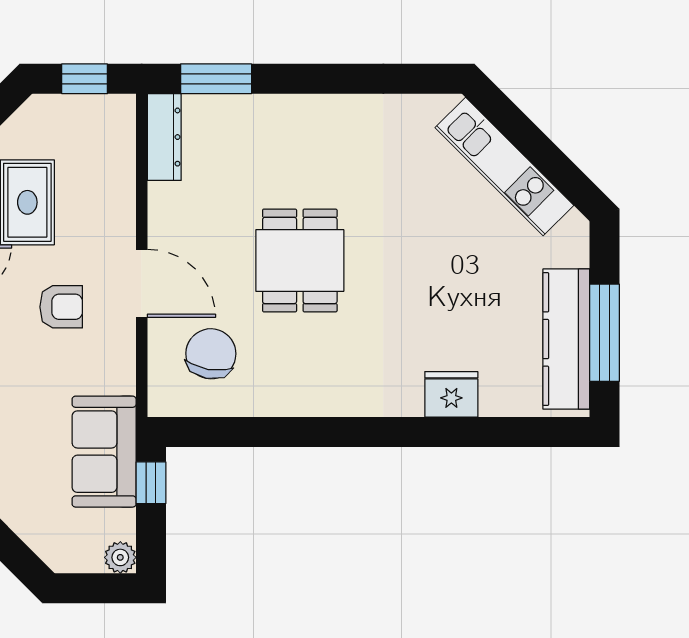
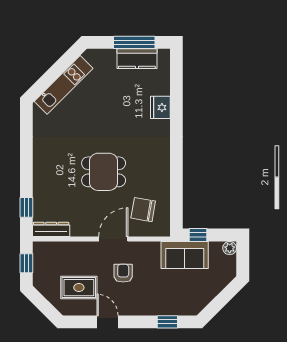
window: (216, 79) -> (26, 207), width x0.67
kitchen counter: (566, 339) -> (137, 59), width x0.67

